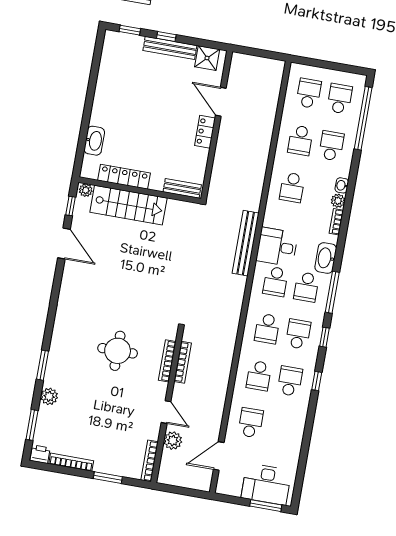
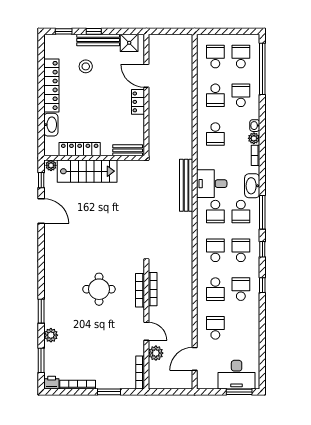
stool: (149, 77) -> (86, 66), added
locker: (103, 93) -> (51, 85), added
school desk: (267, 329) -> (215, 250), turned 180

